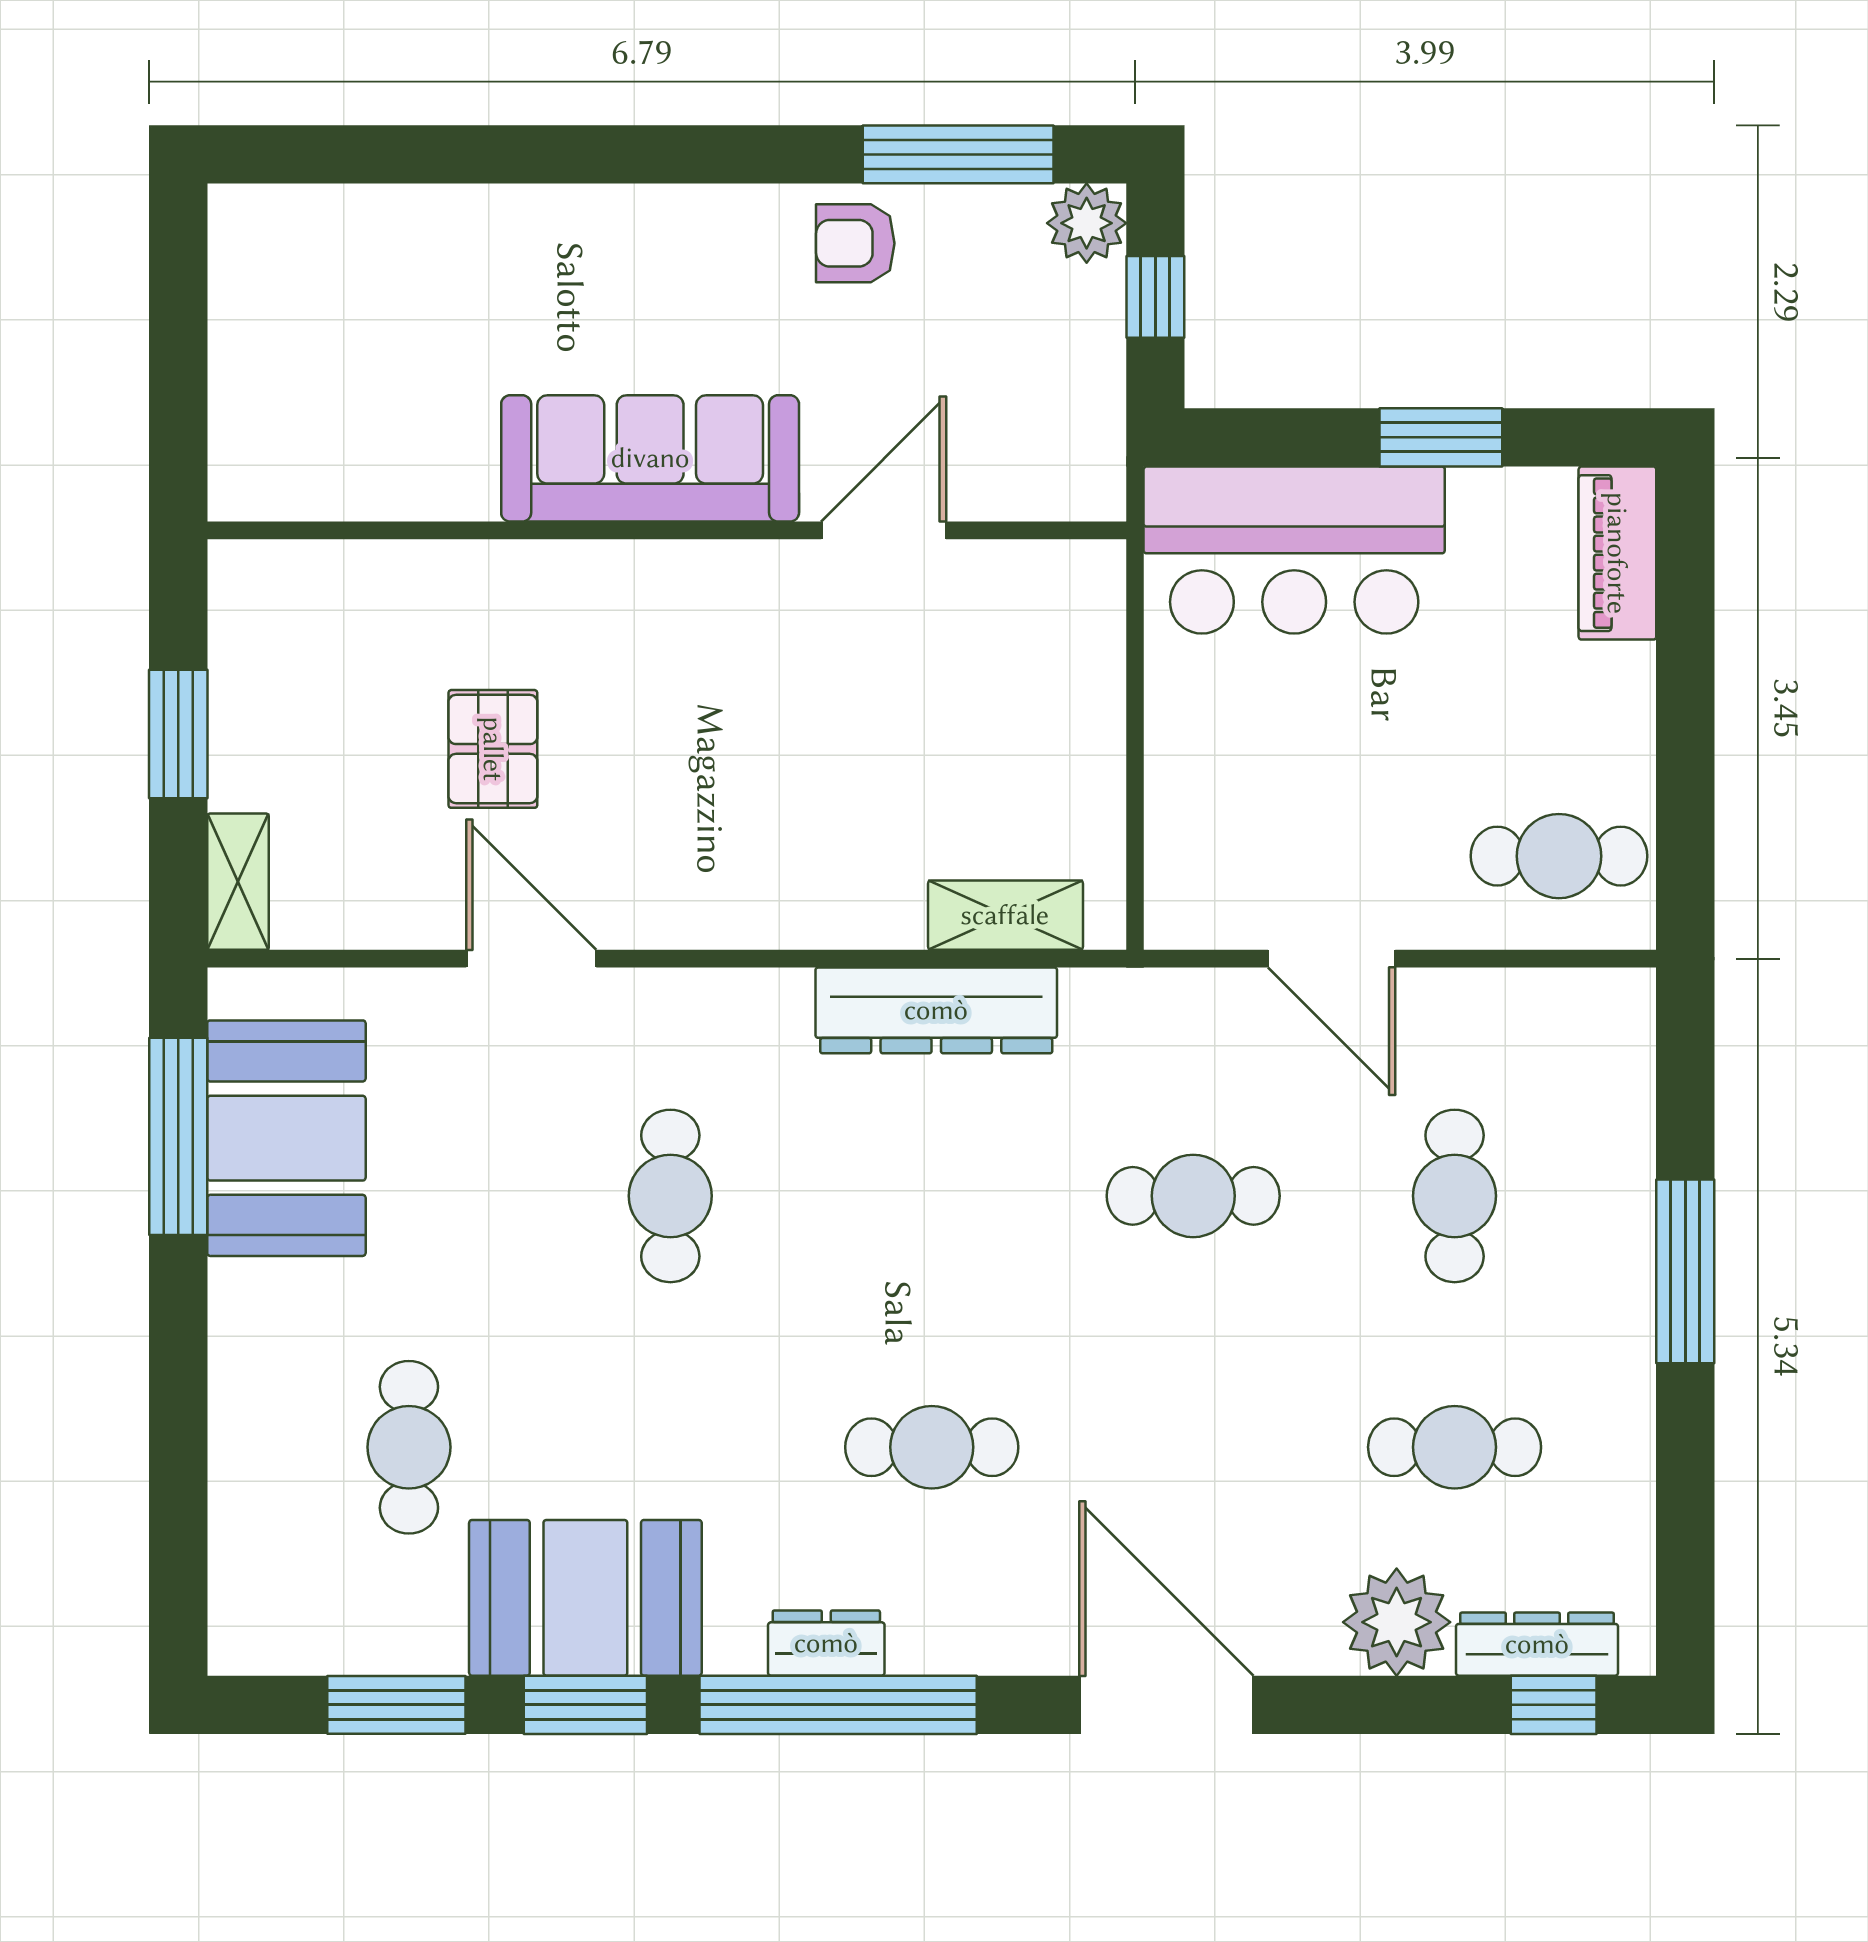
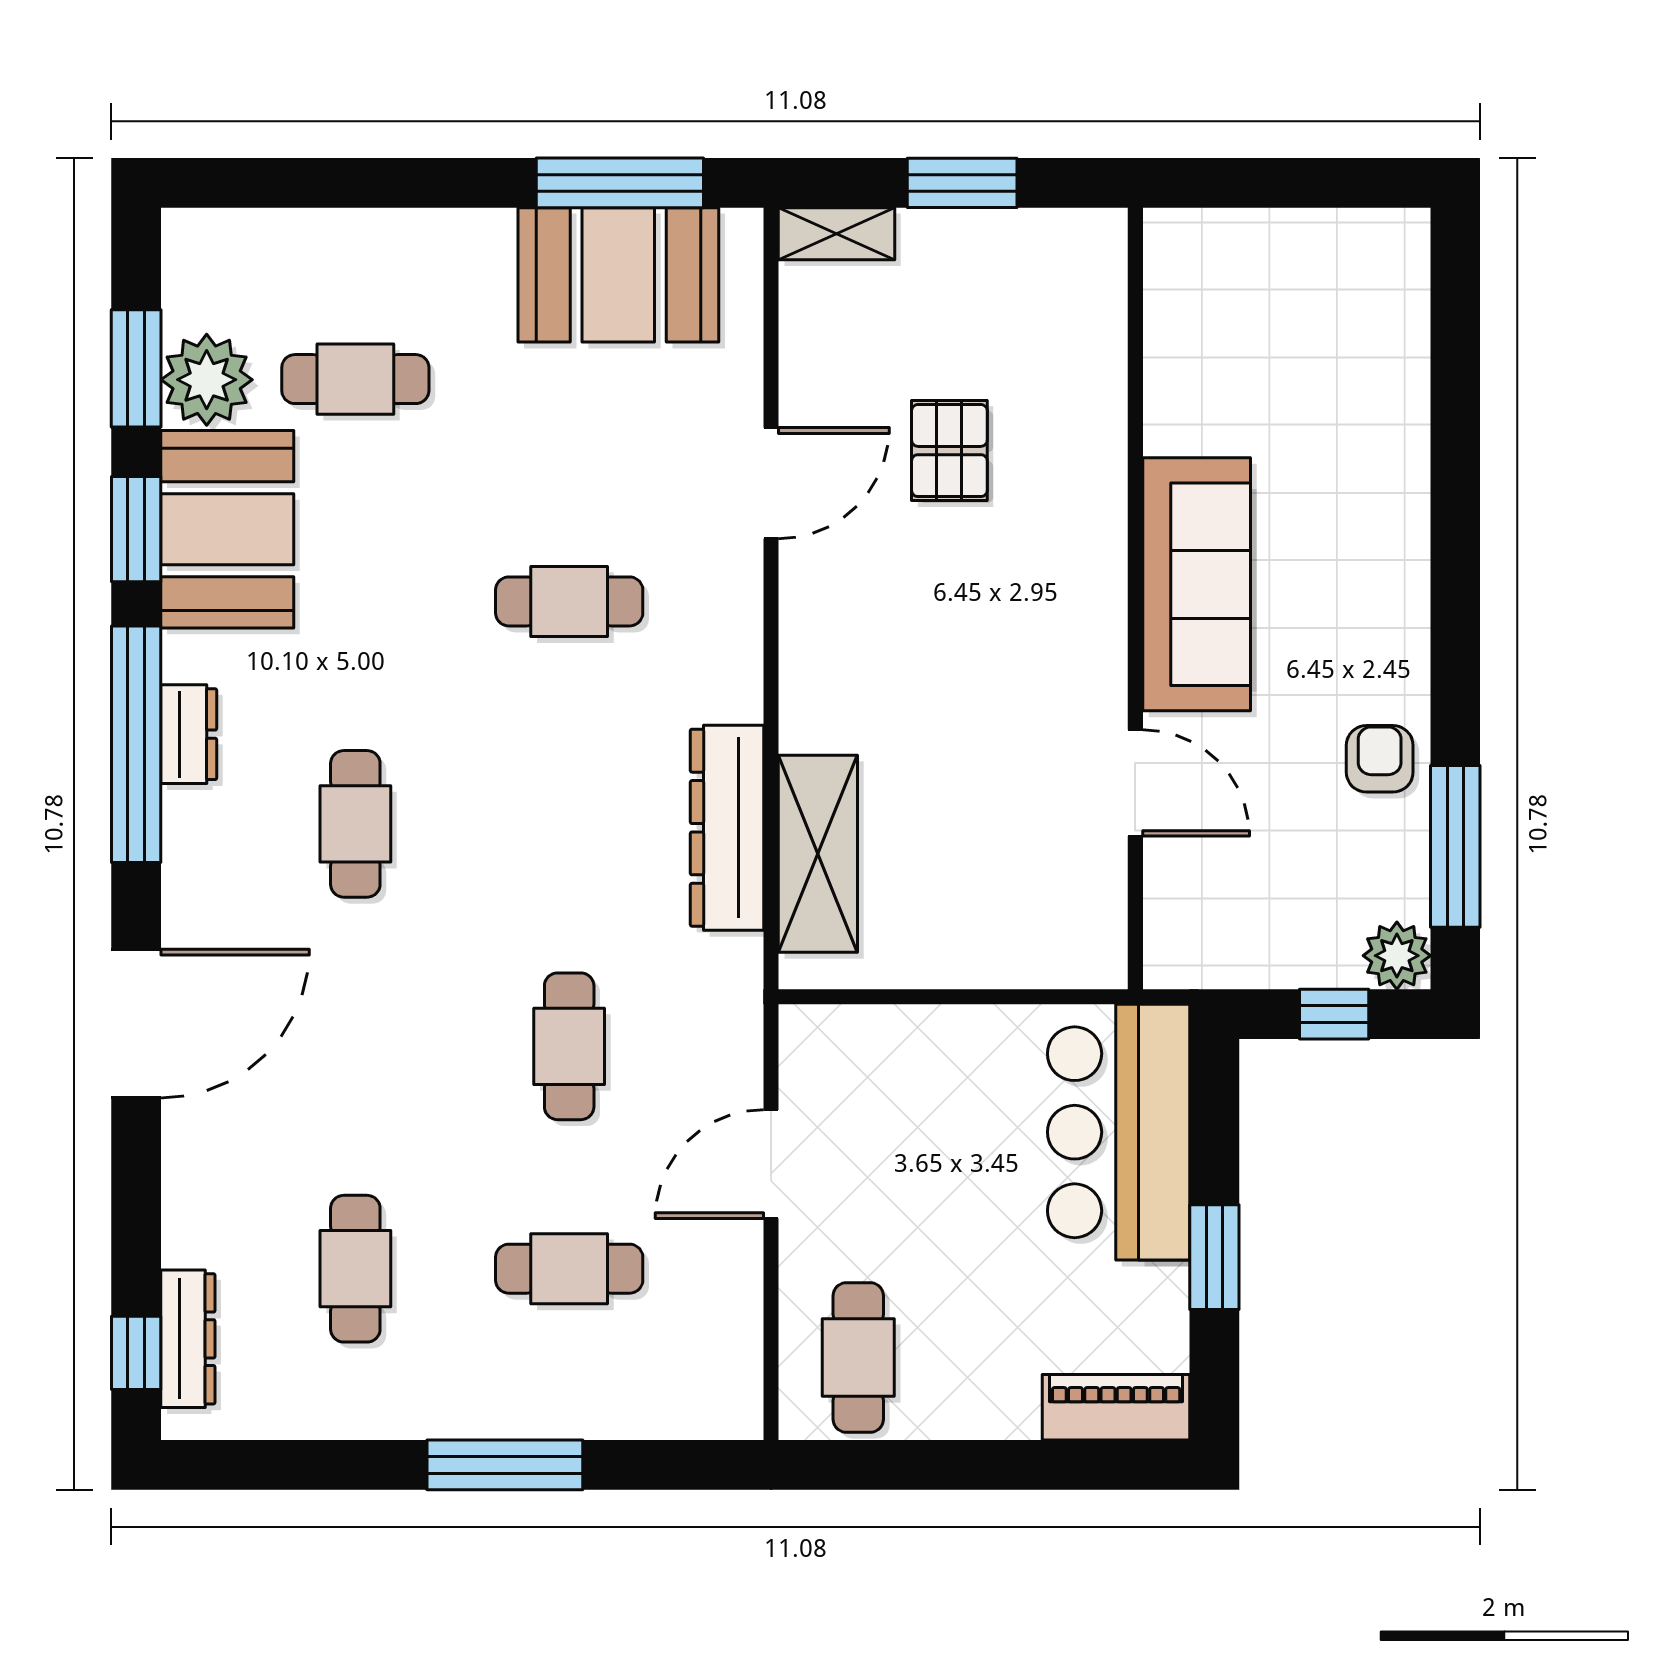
pallet: (493, 749) -> (949, 451), turned 90
shelving: (1005, 915) -> (818, 854), width x1.50, depth x1.33
plant: (1397, 1622) -> (207, 380), moved

